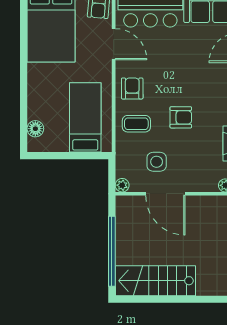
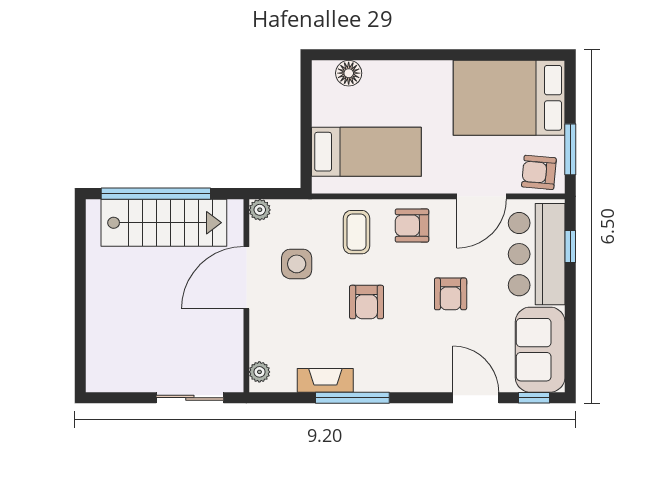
armchair: (176, 64) -> (451, 294), added
armchair: (132, 88) -> (412, 226), turned 180
stairs: (155, 281) -> (164, 223), moved, turned 90

